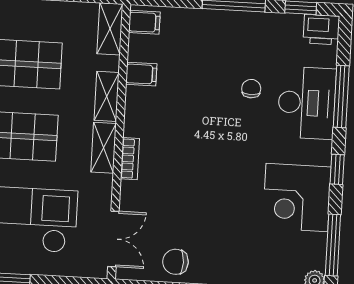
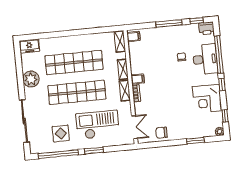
filing cabinet: (141, 74) -> (138, 79), moved
window: (341, 97) -> (219, 54), width x1.46
window: (333, 245) -> (225, 116), width x0.46

